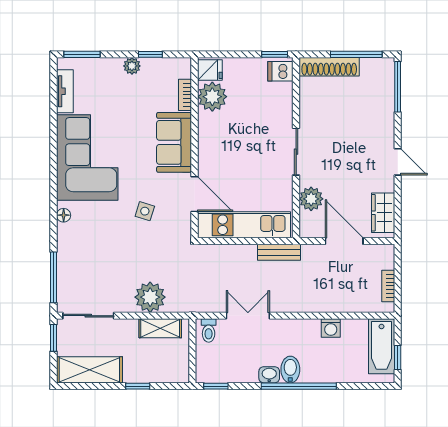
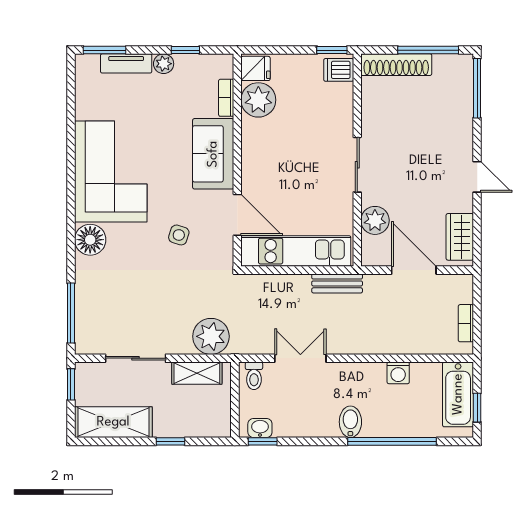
tv unit: (65, 91) -> (126, 63), moved, turned 90
floor lamp: (64, 215) -> (90, 240), width x1.89, depth x1.89
plant: (150, 297) -> (211, 336), moved
sliding door: (88, 316) -> (136, 358), moved
washbasin: (269, 375) -> (260, 428), moved
window: (299, 386) -> (392, 441), moved

